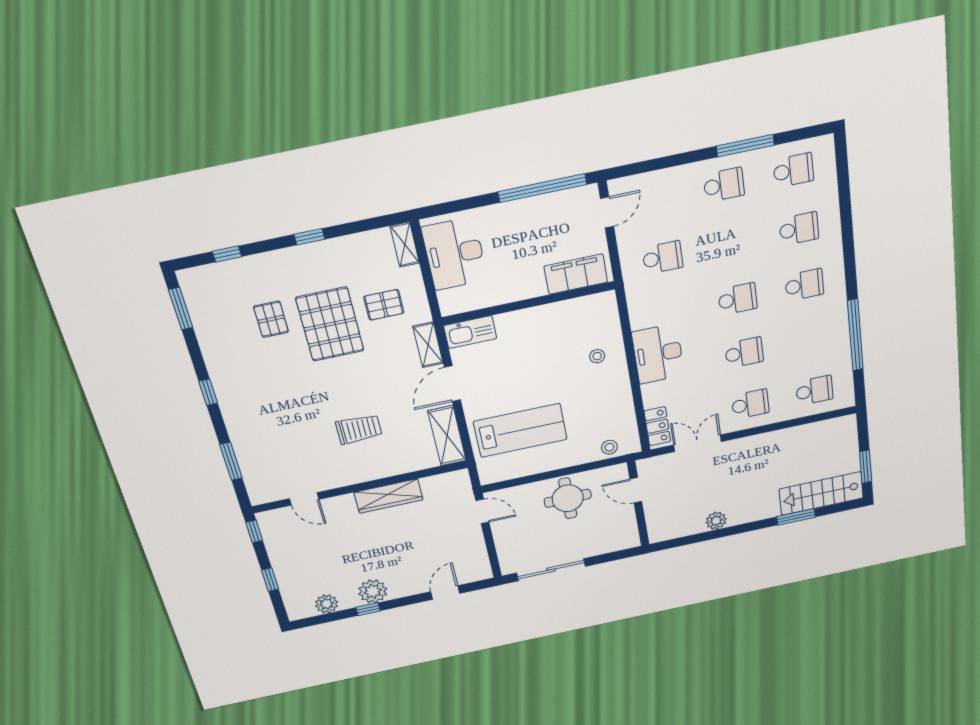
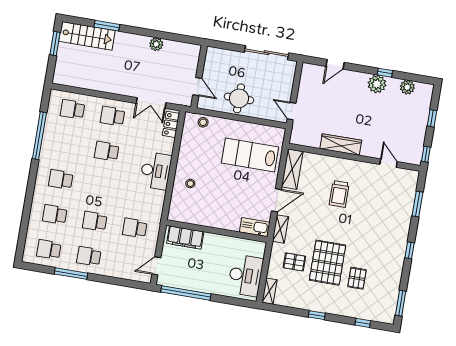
school desk: (738, 299) -> (95, 221), moved
trolley: (359, 429) -> (339, 194), turned -90

